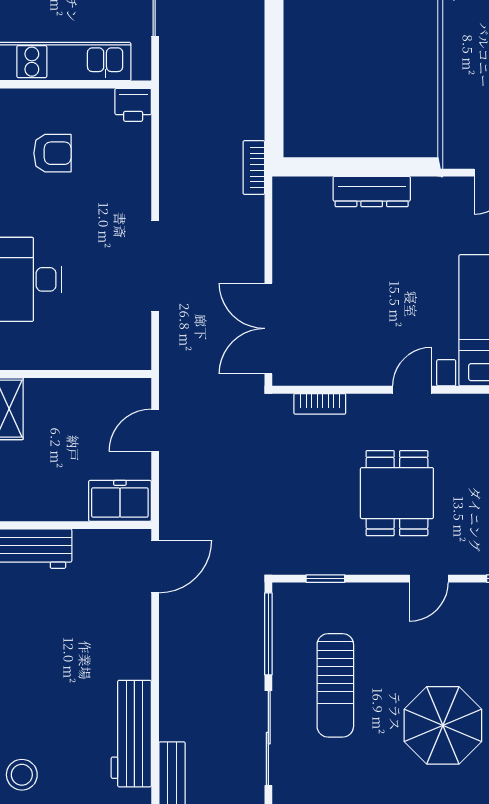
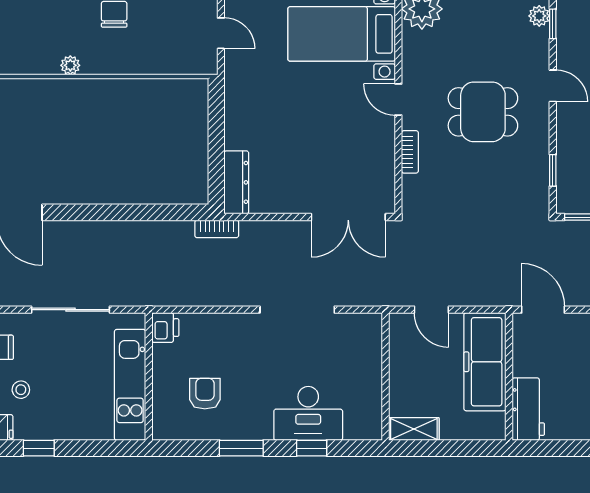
dresser: (372, 191) -> (236, 182), moved
bookcase: (320, 404) -> (410, 152), moved
freezer: (120, 501) -> (485, 362), width x1.91, depth x1.26

